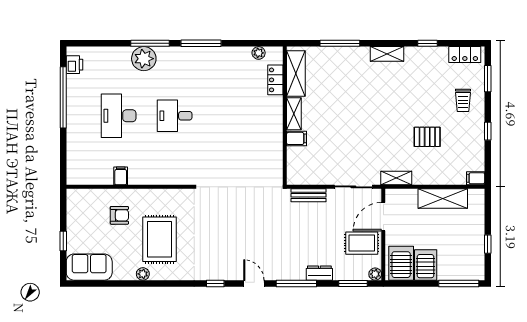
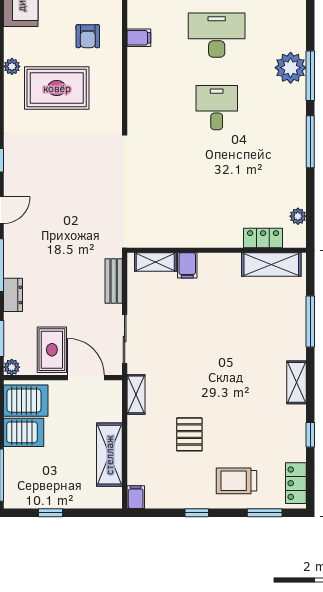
trolley: (463, 100) -> (237, 481), width x1.36, depth x1.39
shelving: (294, 114) -> (155, 262), moved

